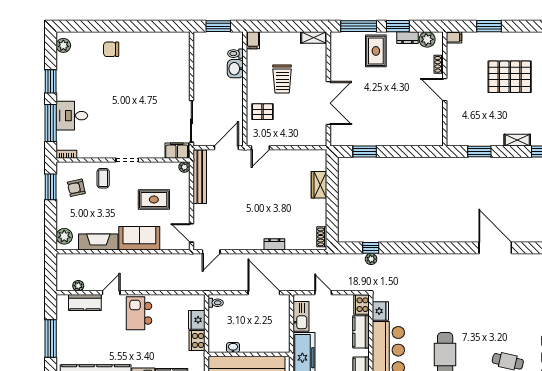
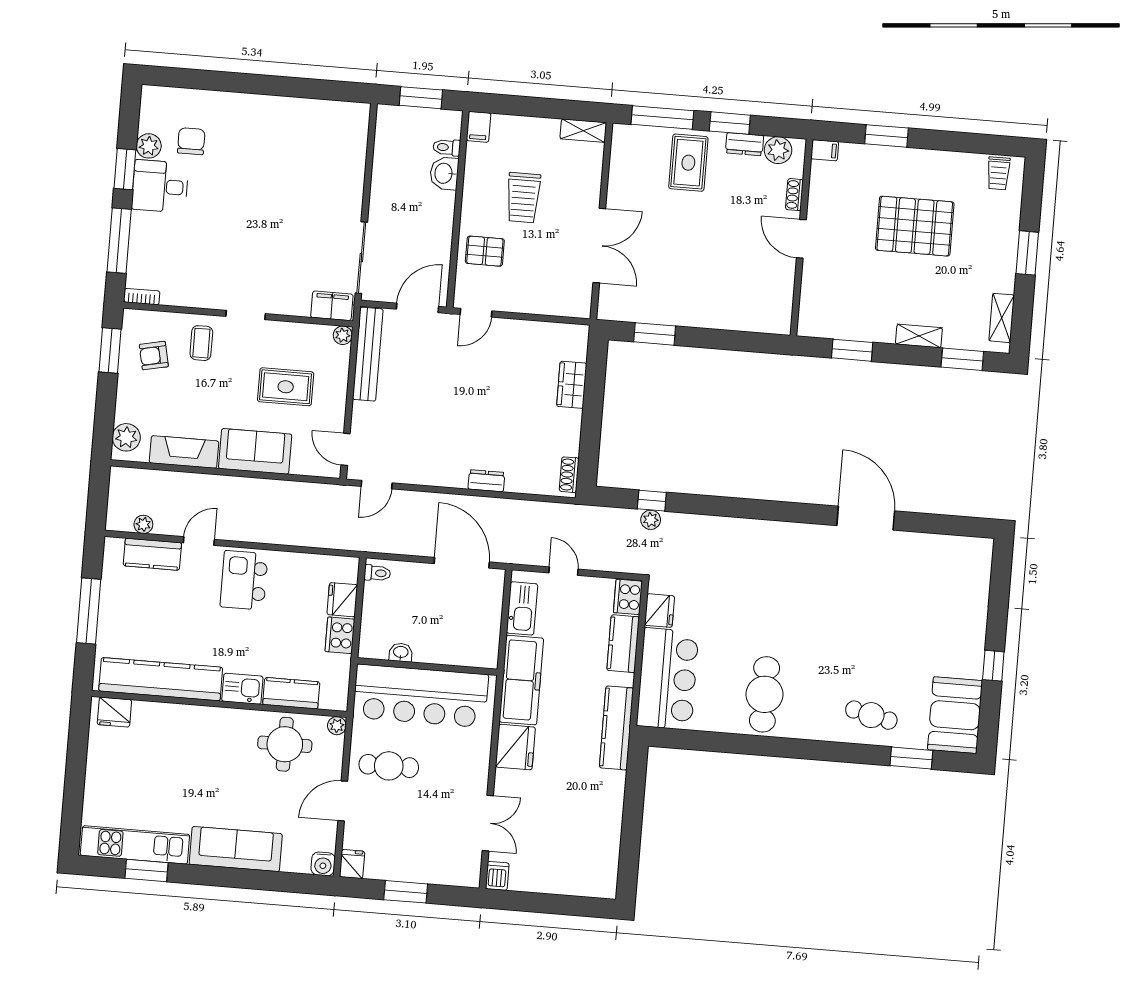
plant: (63, 45) -> (149, 146), moved
chair: (111, 49) -> (191, 141), moved, turned 90
desk: (72, 116) -> (160, 186), moved

